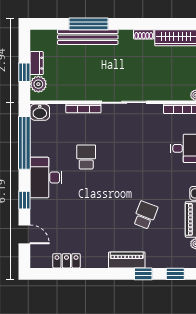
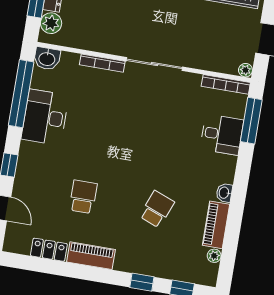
school desk: (86, 157) -> (83, 197), moved
desk: (46, 177) -> (45, 117), moved
piano: (127, 260) -> (91, 256), moved

